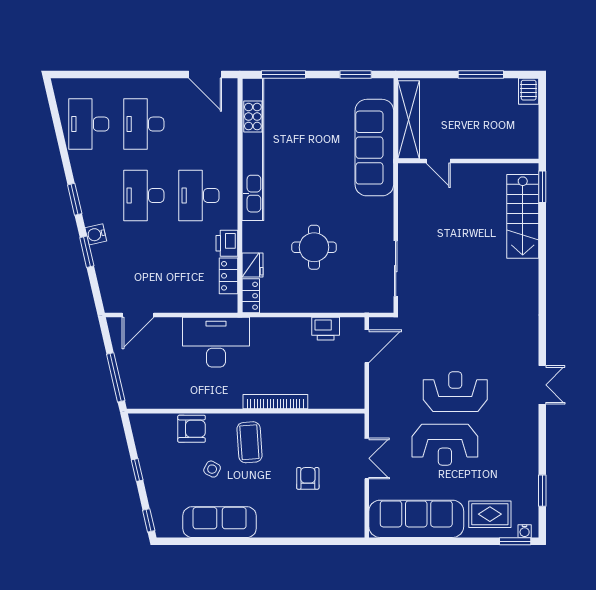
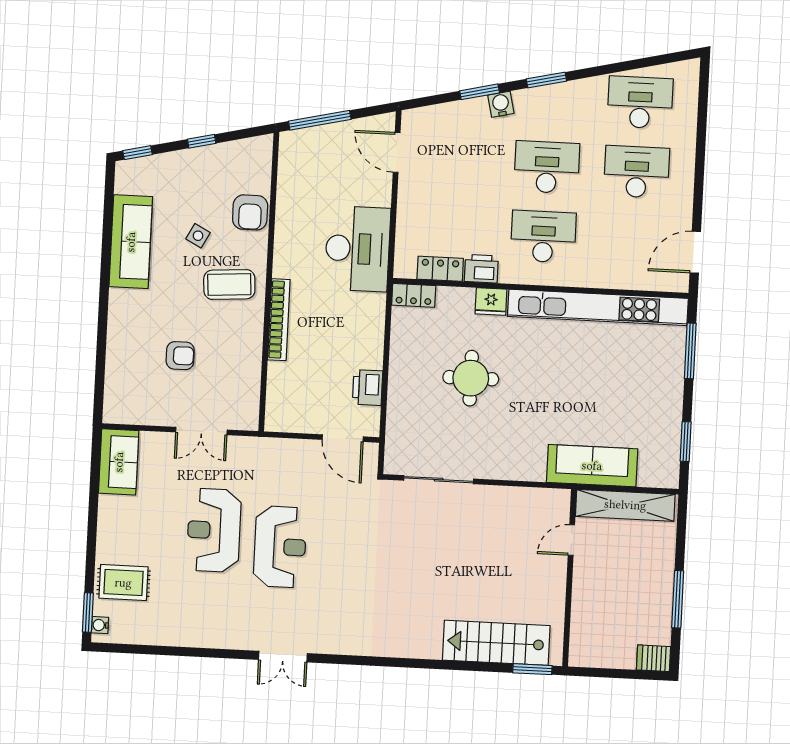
sofa: (374, 148) -> (592, 466), width x0.74, depth x0.79
fridge: (253, 265) -> (491, 302), moved
window: (542, 491) -> (150, 650), removed
rug: (490, 514) -> (123, 583), turned 90
sofa: (416, 519) -> (119, 462), width x0.54, depth x0.79

